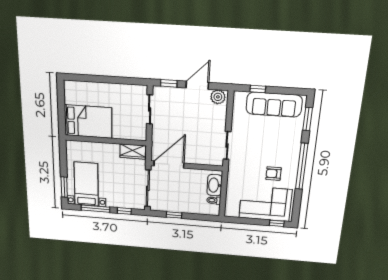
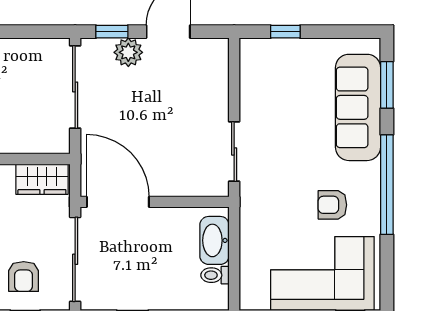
plant: (218, 97) -> (128, 52), moved
sofa: (274, 105) -> (358, 107), moved, turned 90
sliding door: (150, 109) -> (75, 87), width x1.37
door: (169, 164) -> (118, 202), hinge flipped
armchair: (124, 194) -> (24, 277), added

